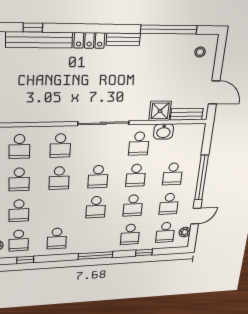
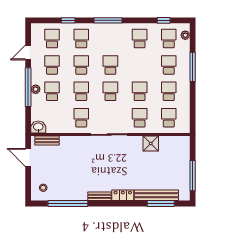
window: (33, 27) -> (161, 203), width x2.17
shower: (160, 111) -> (151, 144), moved
washbasin: (164, 132) -> (38, 127), moved
plant: (185, 232) -> (36, 89), moved

